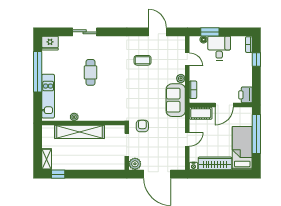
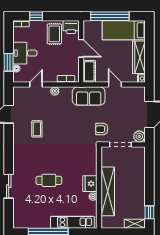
fridge: (50, 43) -> (90, 184), moved, turned 180
rug: (239, 78) -> (54, 34), added
sofa: (176, 100) -> (89, 96), moved

